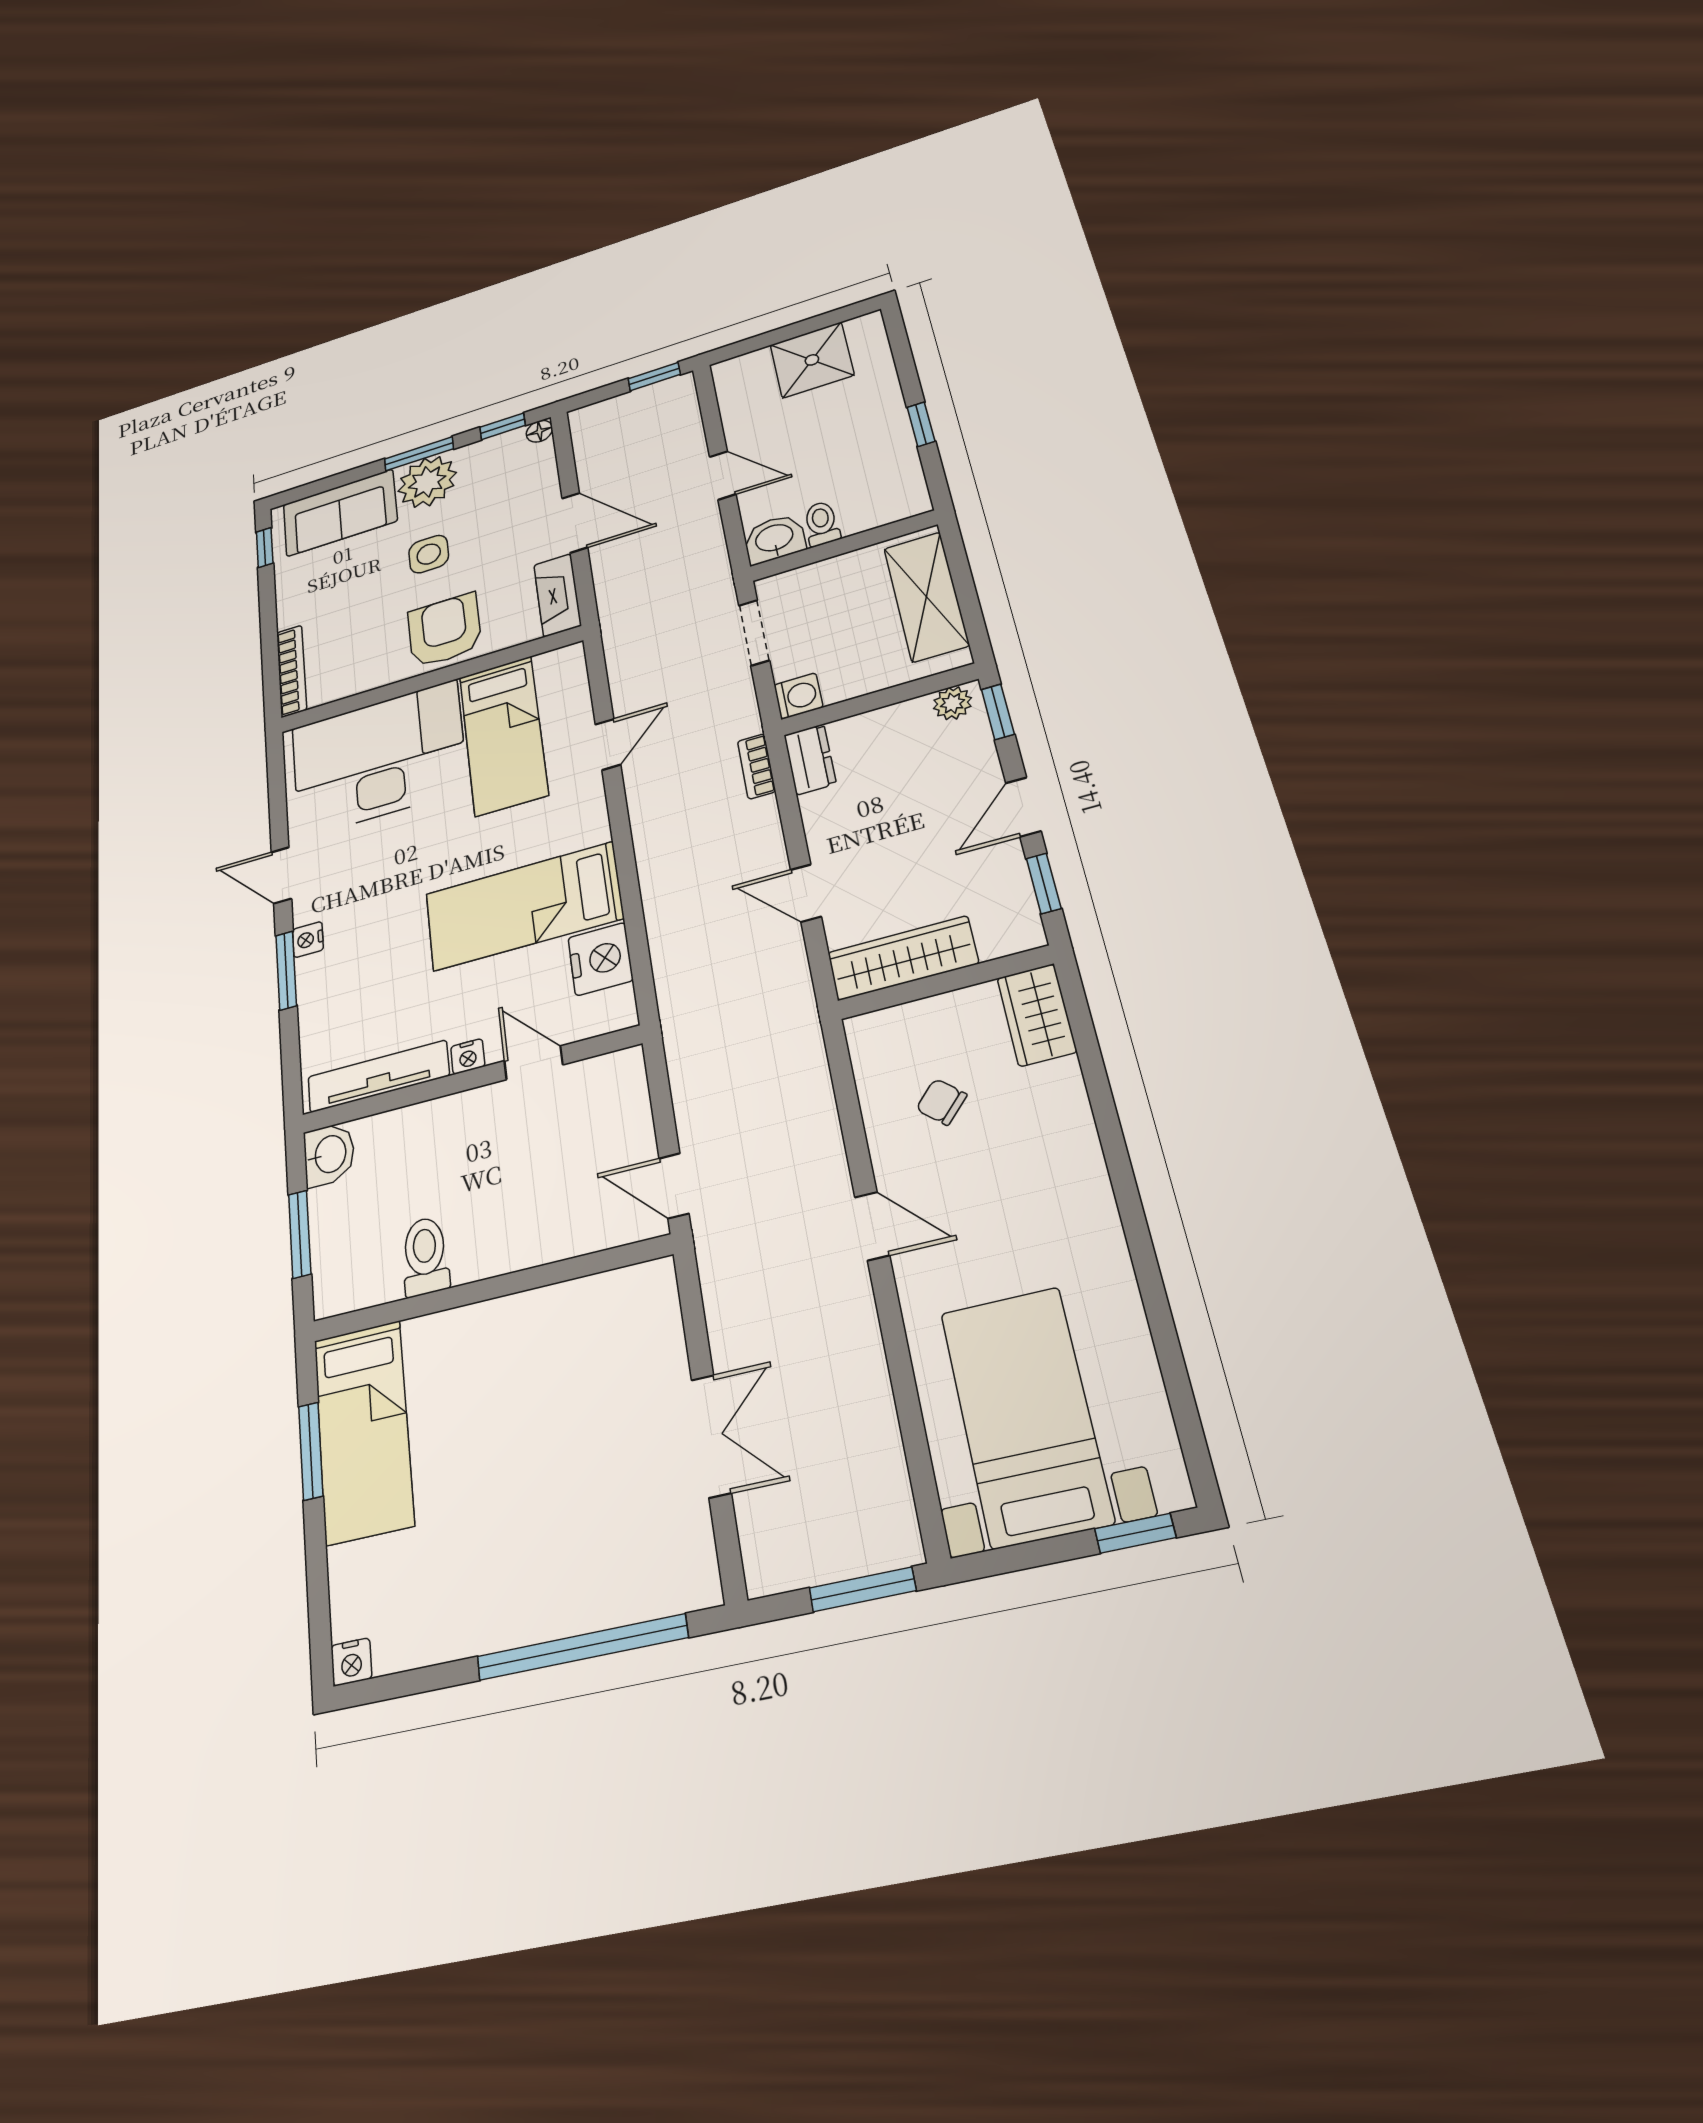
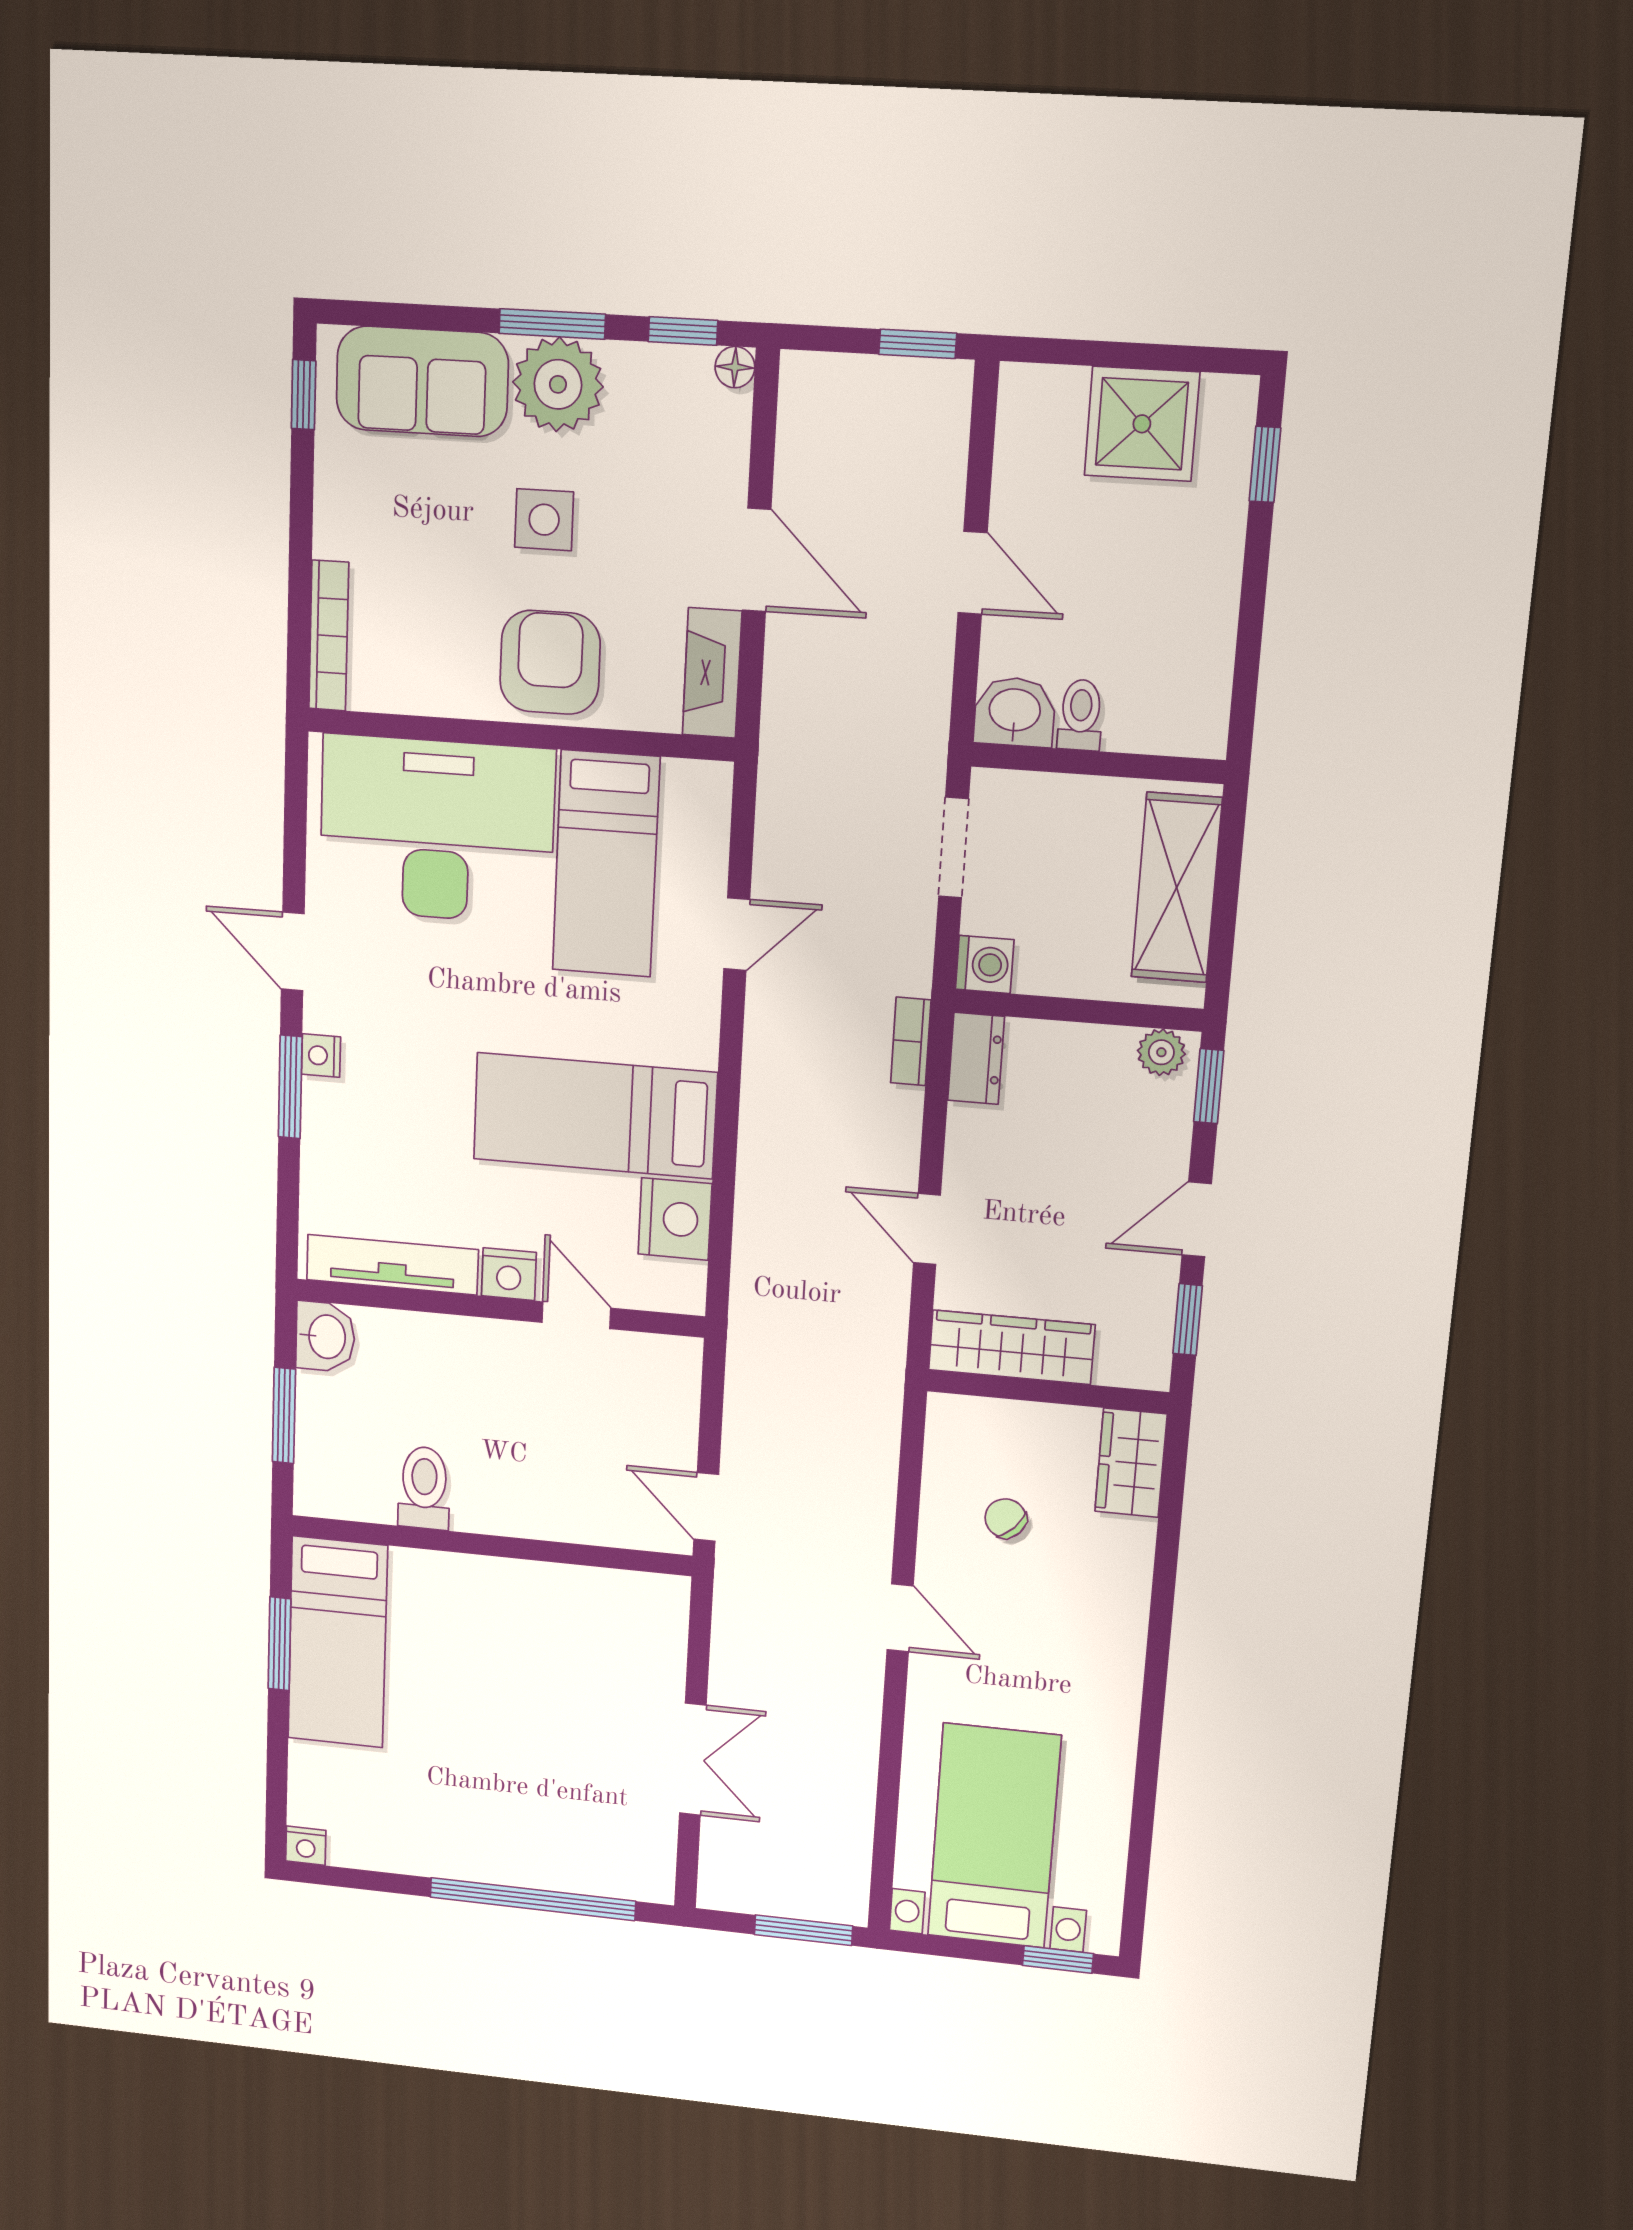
window: (921, 424) -> (1265, 464), moved
nightstand: (468, 1056) -> (509, 1274), width x1.39, depth x1.35

